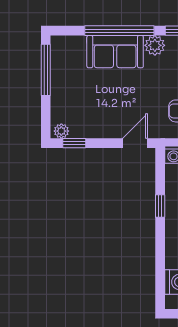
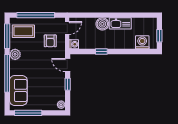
sofa: (115, 52) -> (18, 90), moved
window: (74, 143) -> (68, 84), moved

